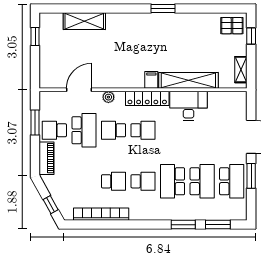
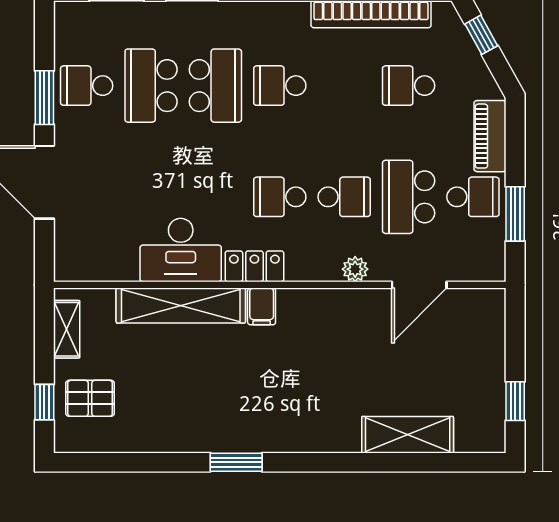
pallet: (232, 26) -> (90, 398), moved
locker: (147, 98) -> (254, 266), width x0.66
school desk: (113, 181) -> (409, 86), moved
school desk: (232, 181) -> (87, 86), width x0.54

